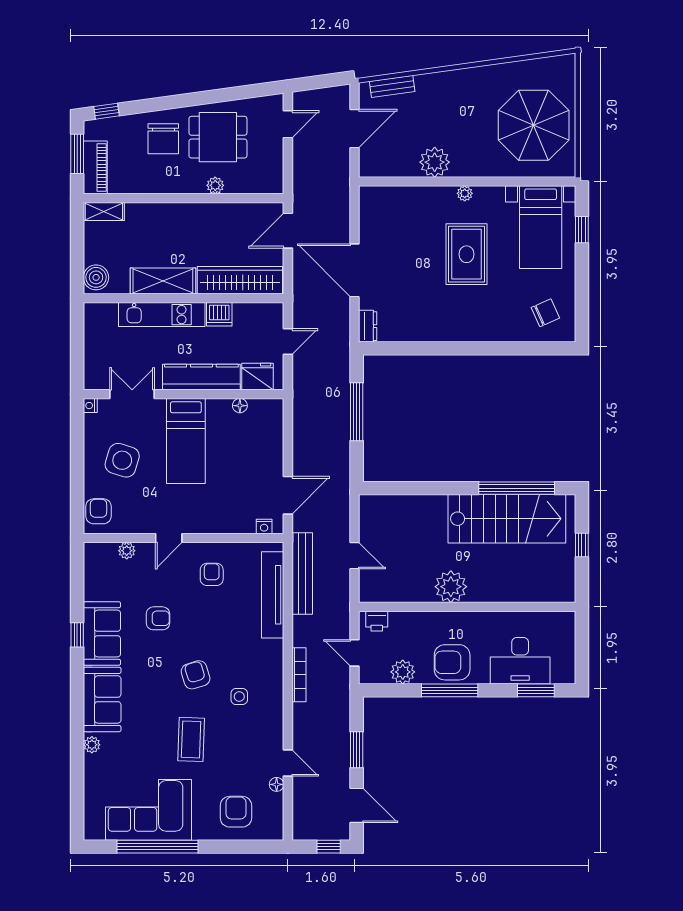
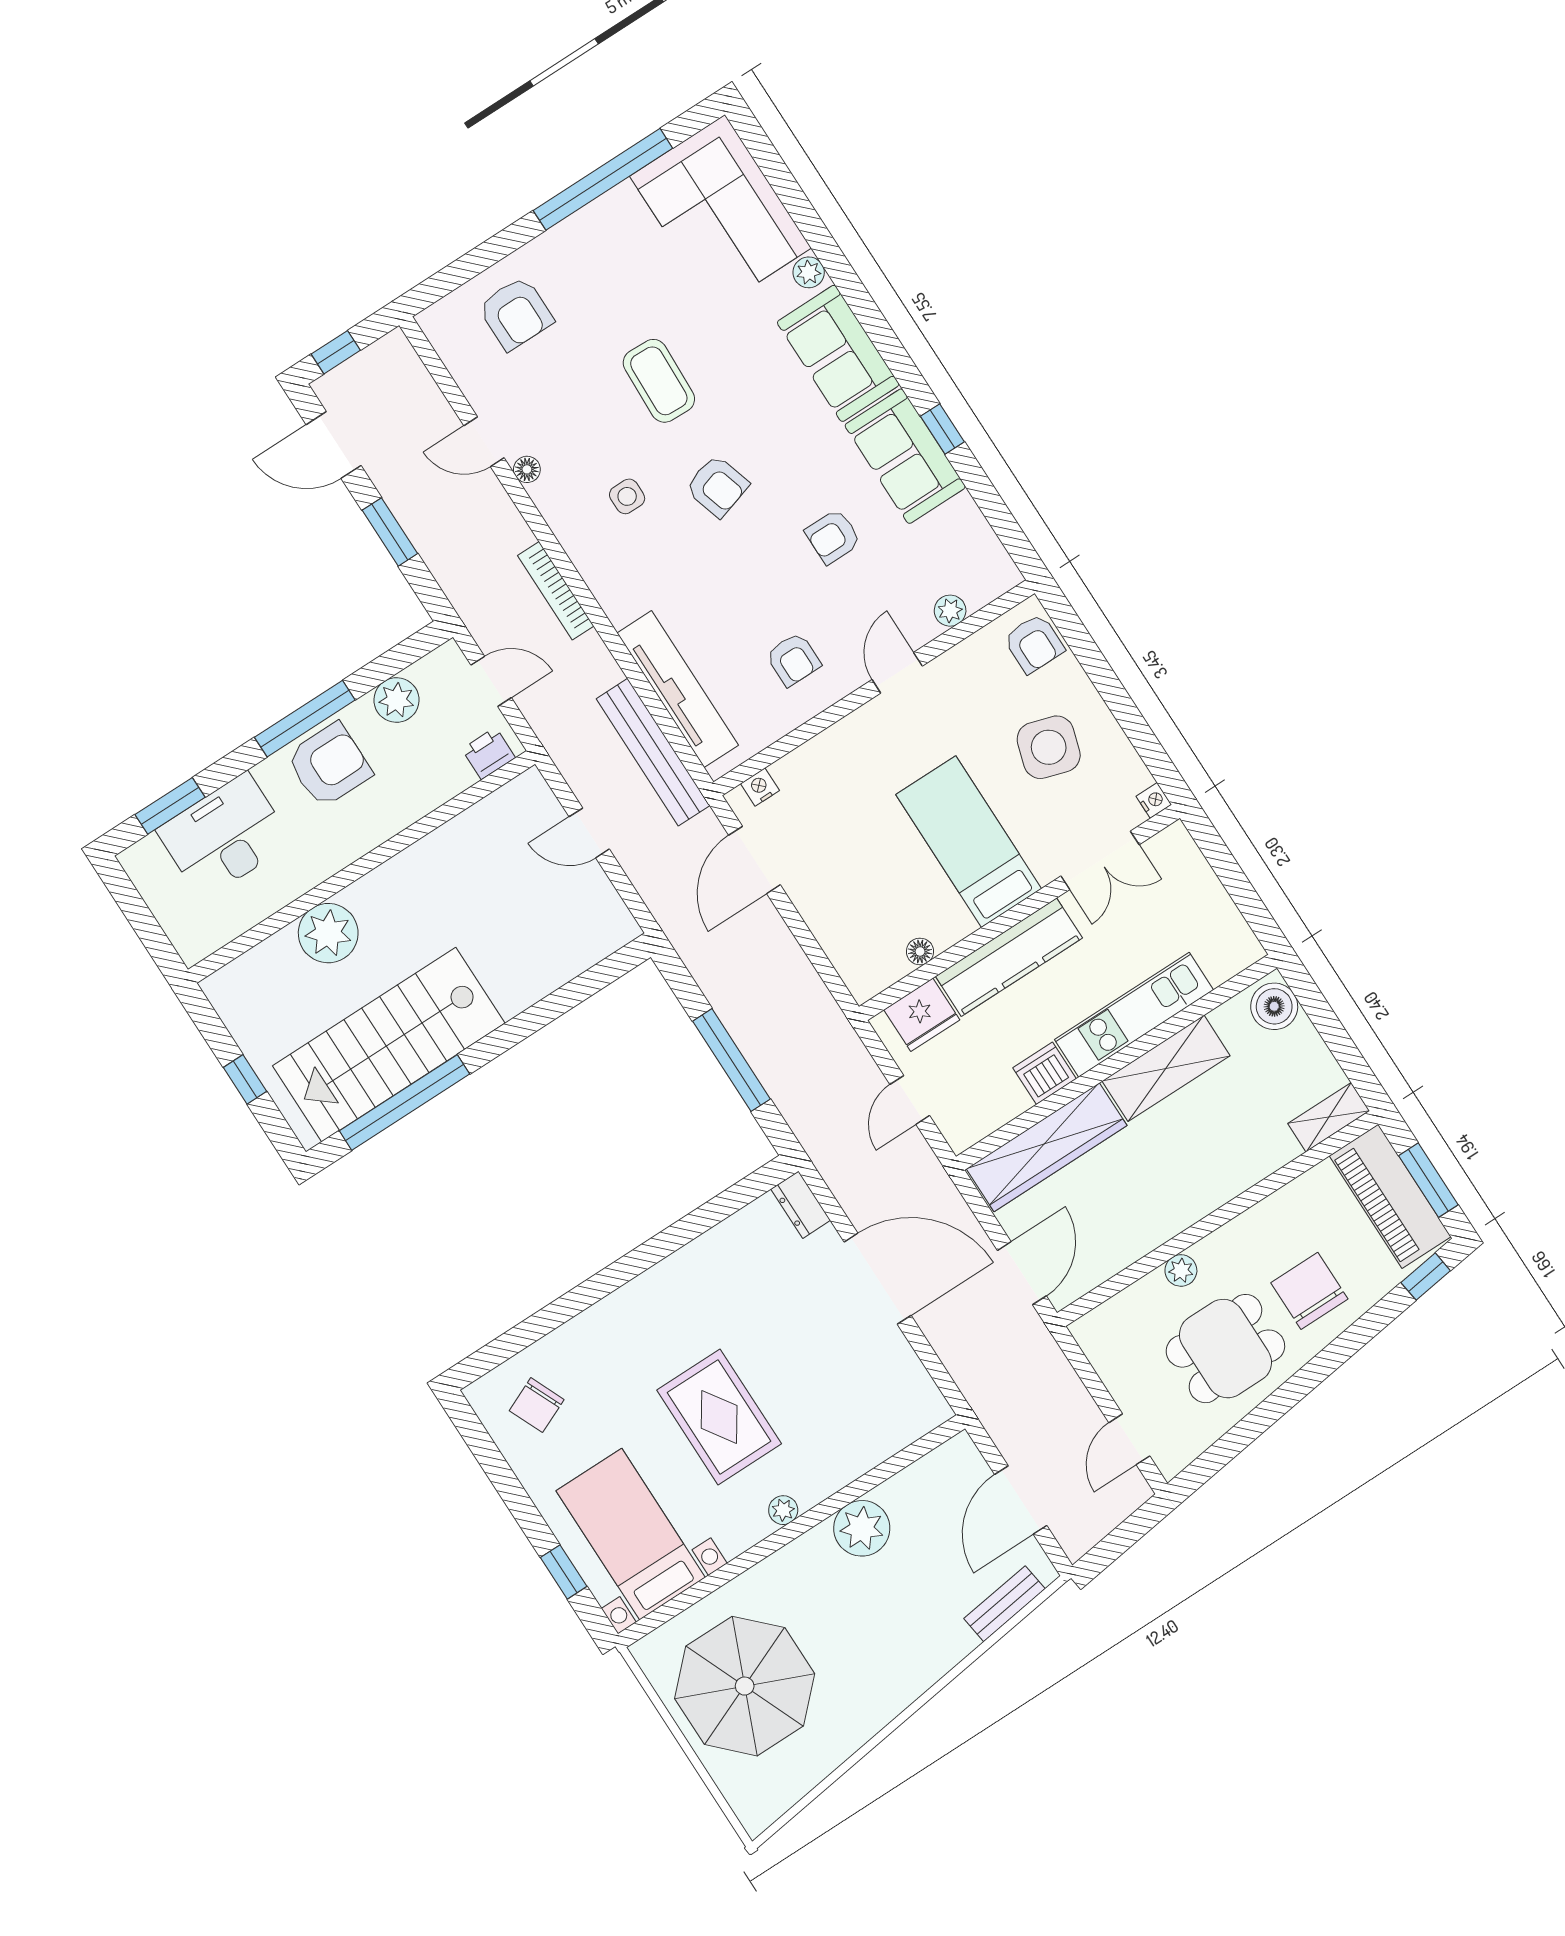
piano: (95, 167) -> (1390, 1196), width x1.37, depth x1.33
plant: (451, 587) -> (328, 933), moved
floor lamp: (277, 784) -> (527, 469), moved
corner sofa: (148, 810) -> (720, 212), moved, turned 90

